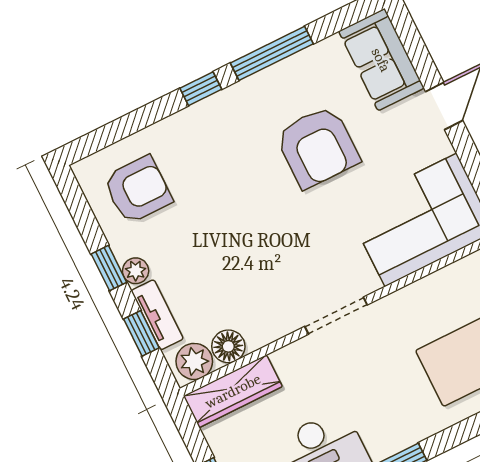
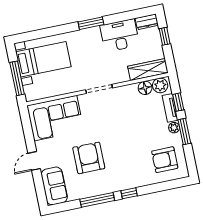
window: (109, 268) -> (184, 131), width x1.50

